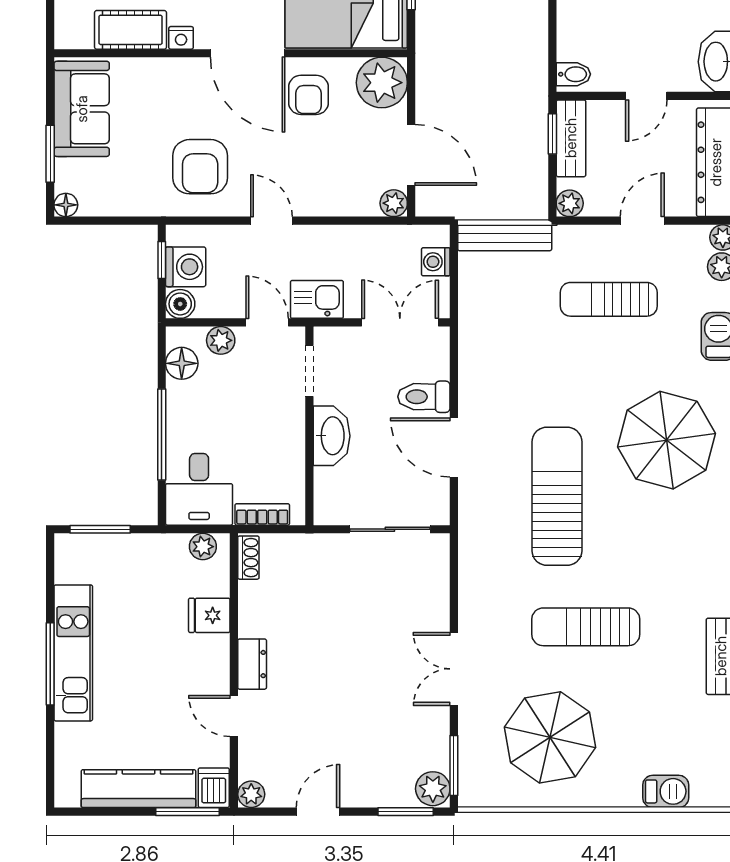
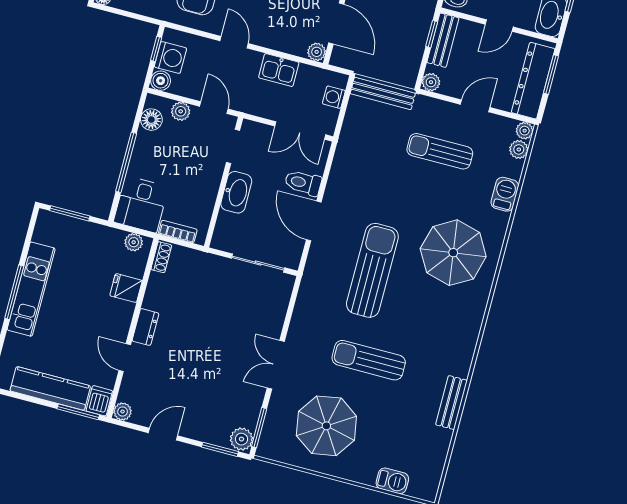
kitchen sink: (317, 299) -> (279, 70), moved, turned 180
double door: (400, 322) -> (300, 130), swing flipped

